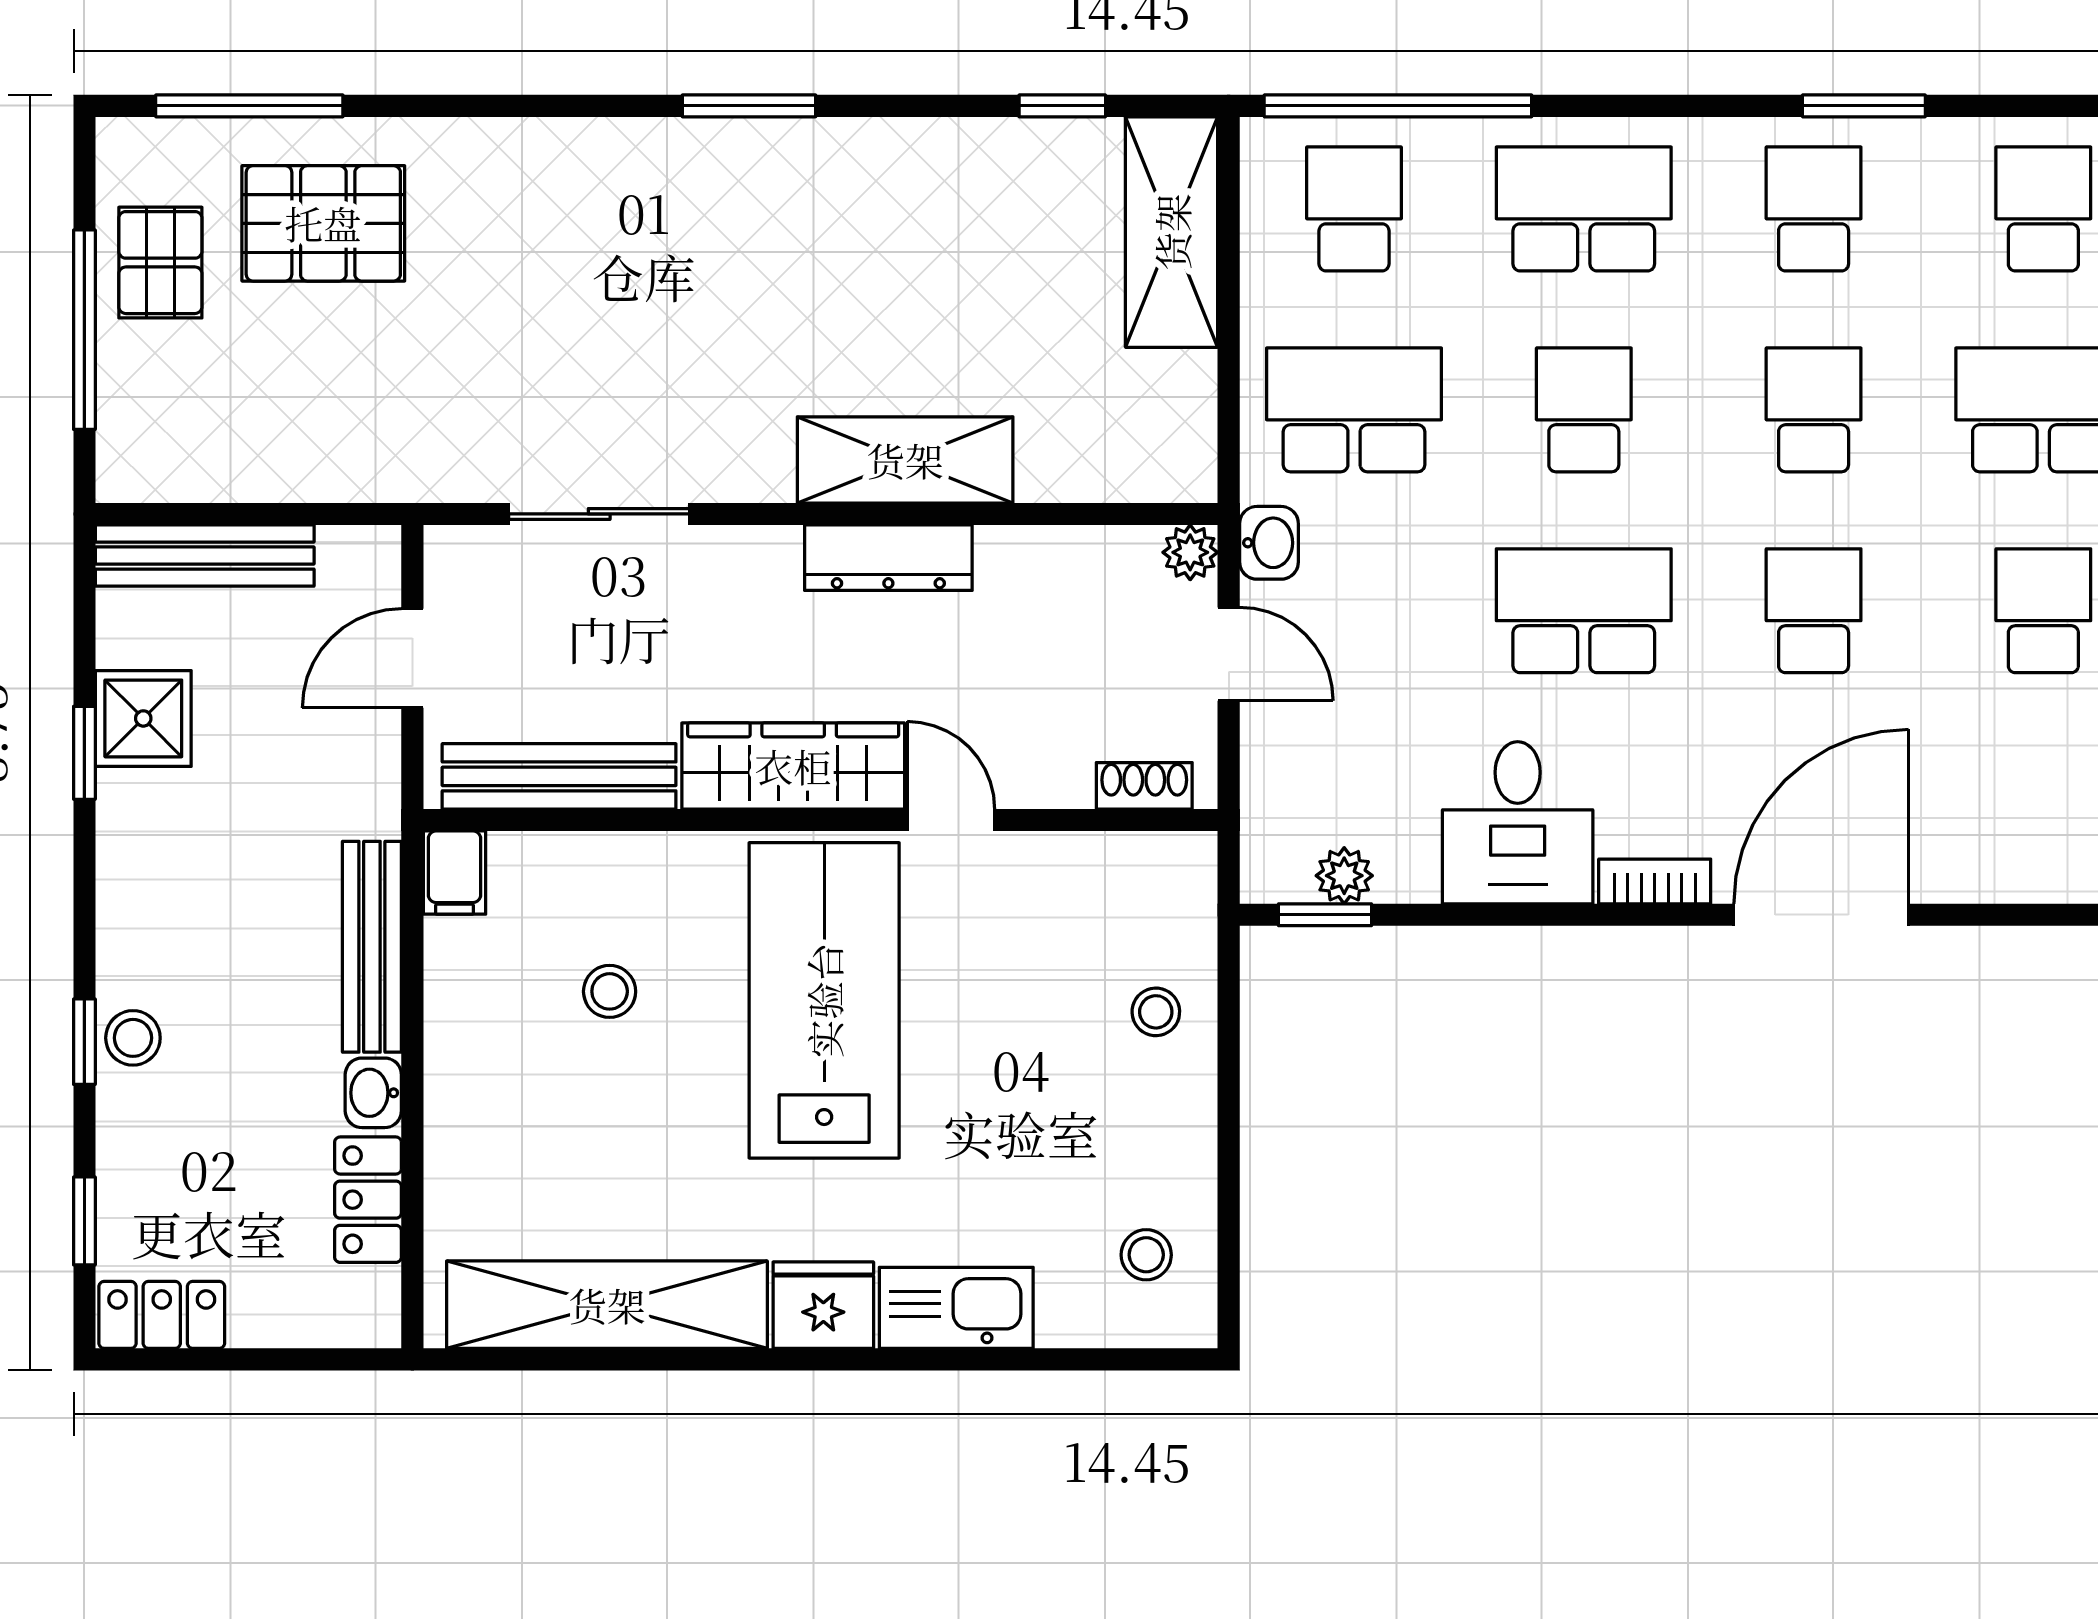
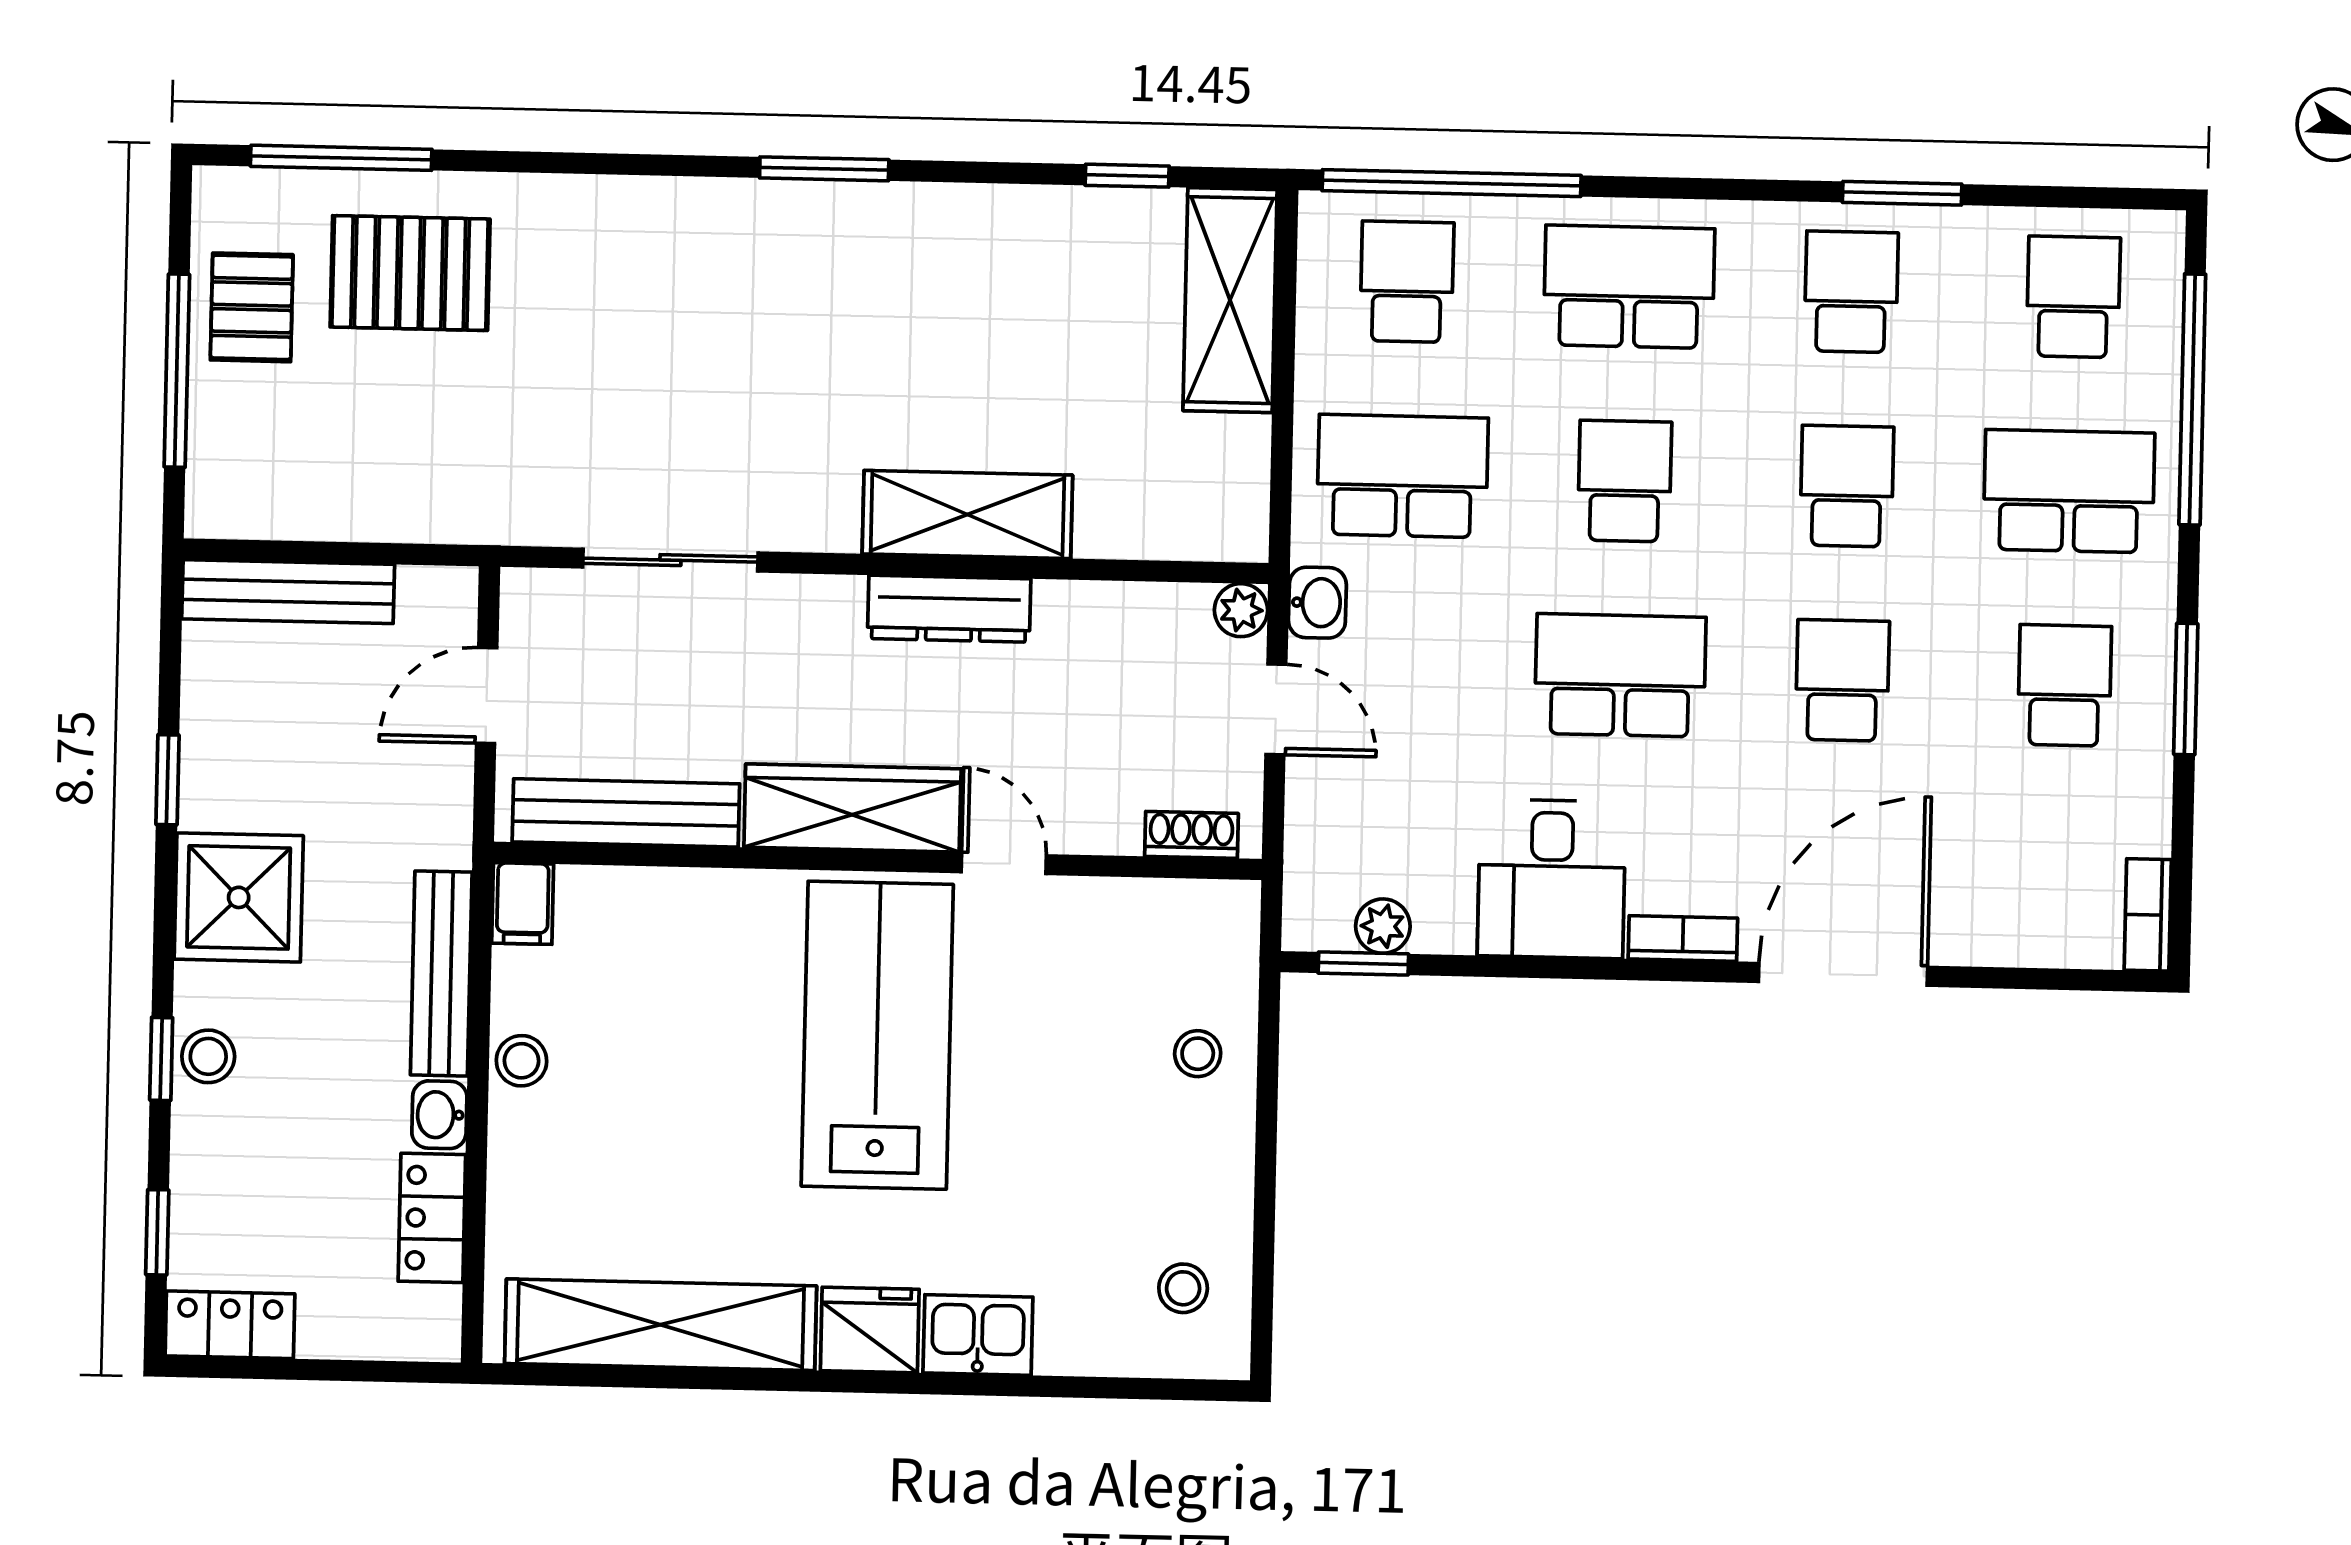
shower: (143, 718) -> (239, 897), moved, width x1.36, depth x1.36
stool: (610, 991) -> (521, 1061), moved
kitchen sink: (956, 1308) -> (978, 1335), width x0.73

